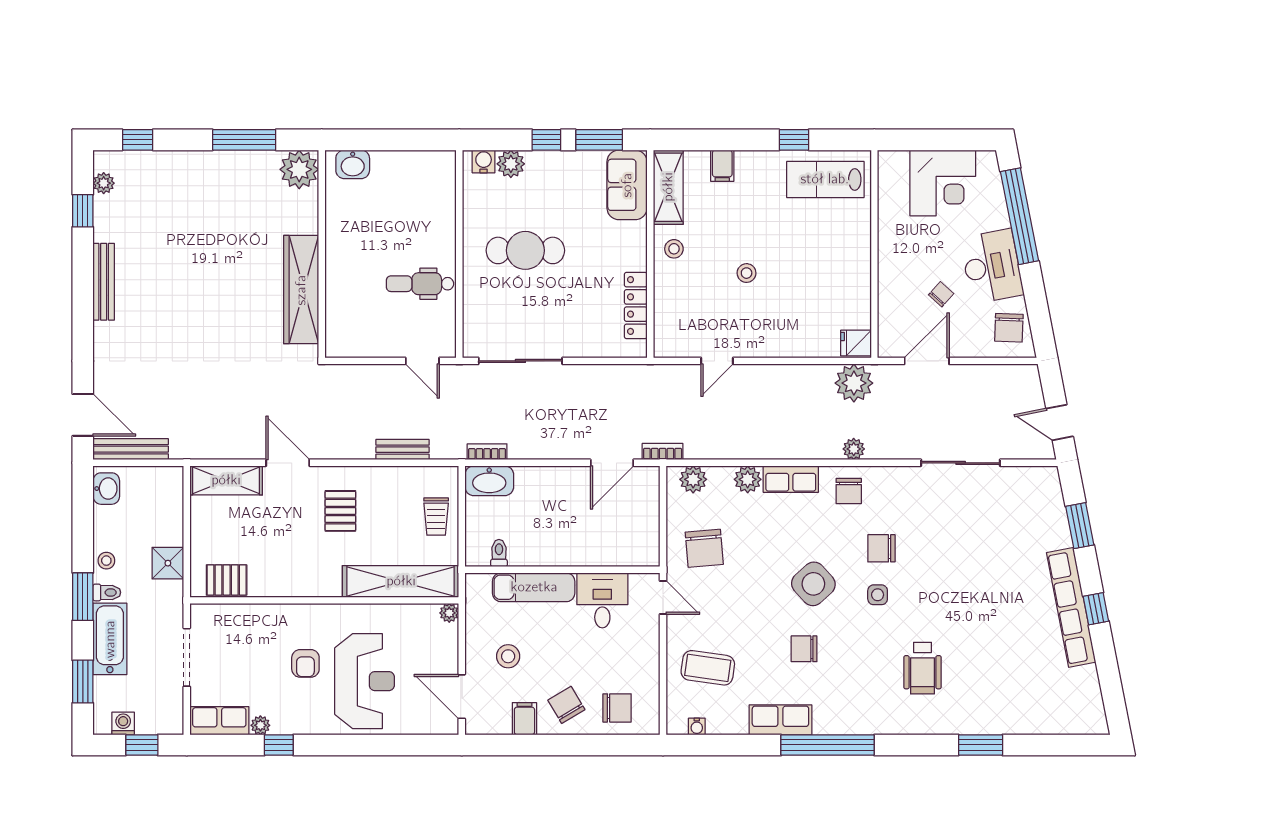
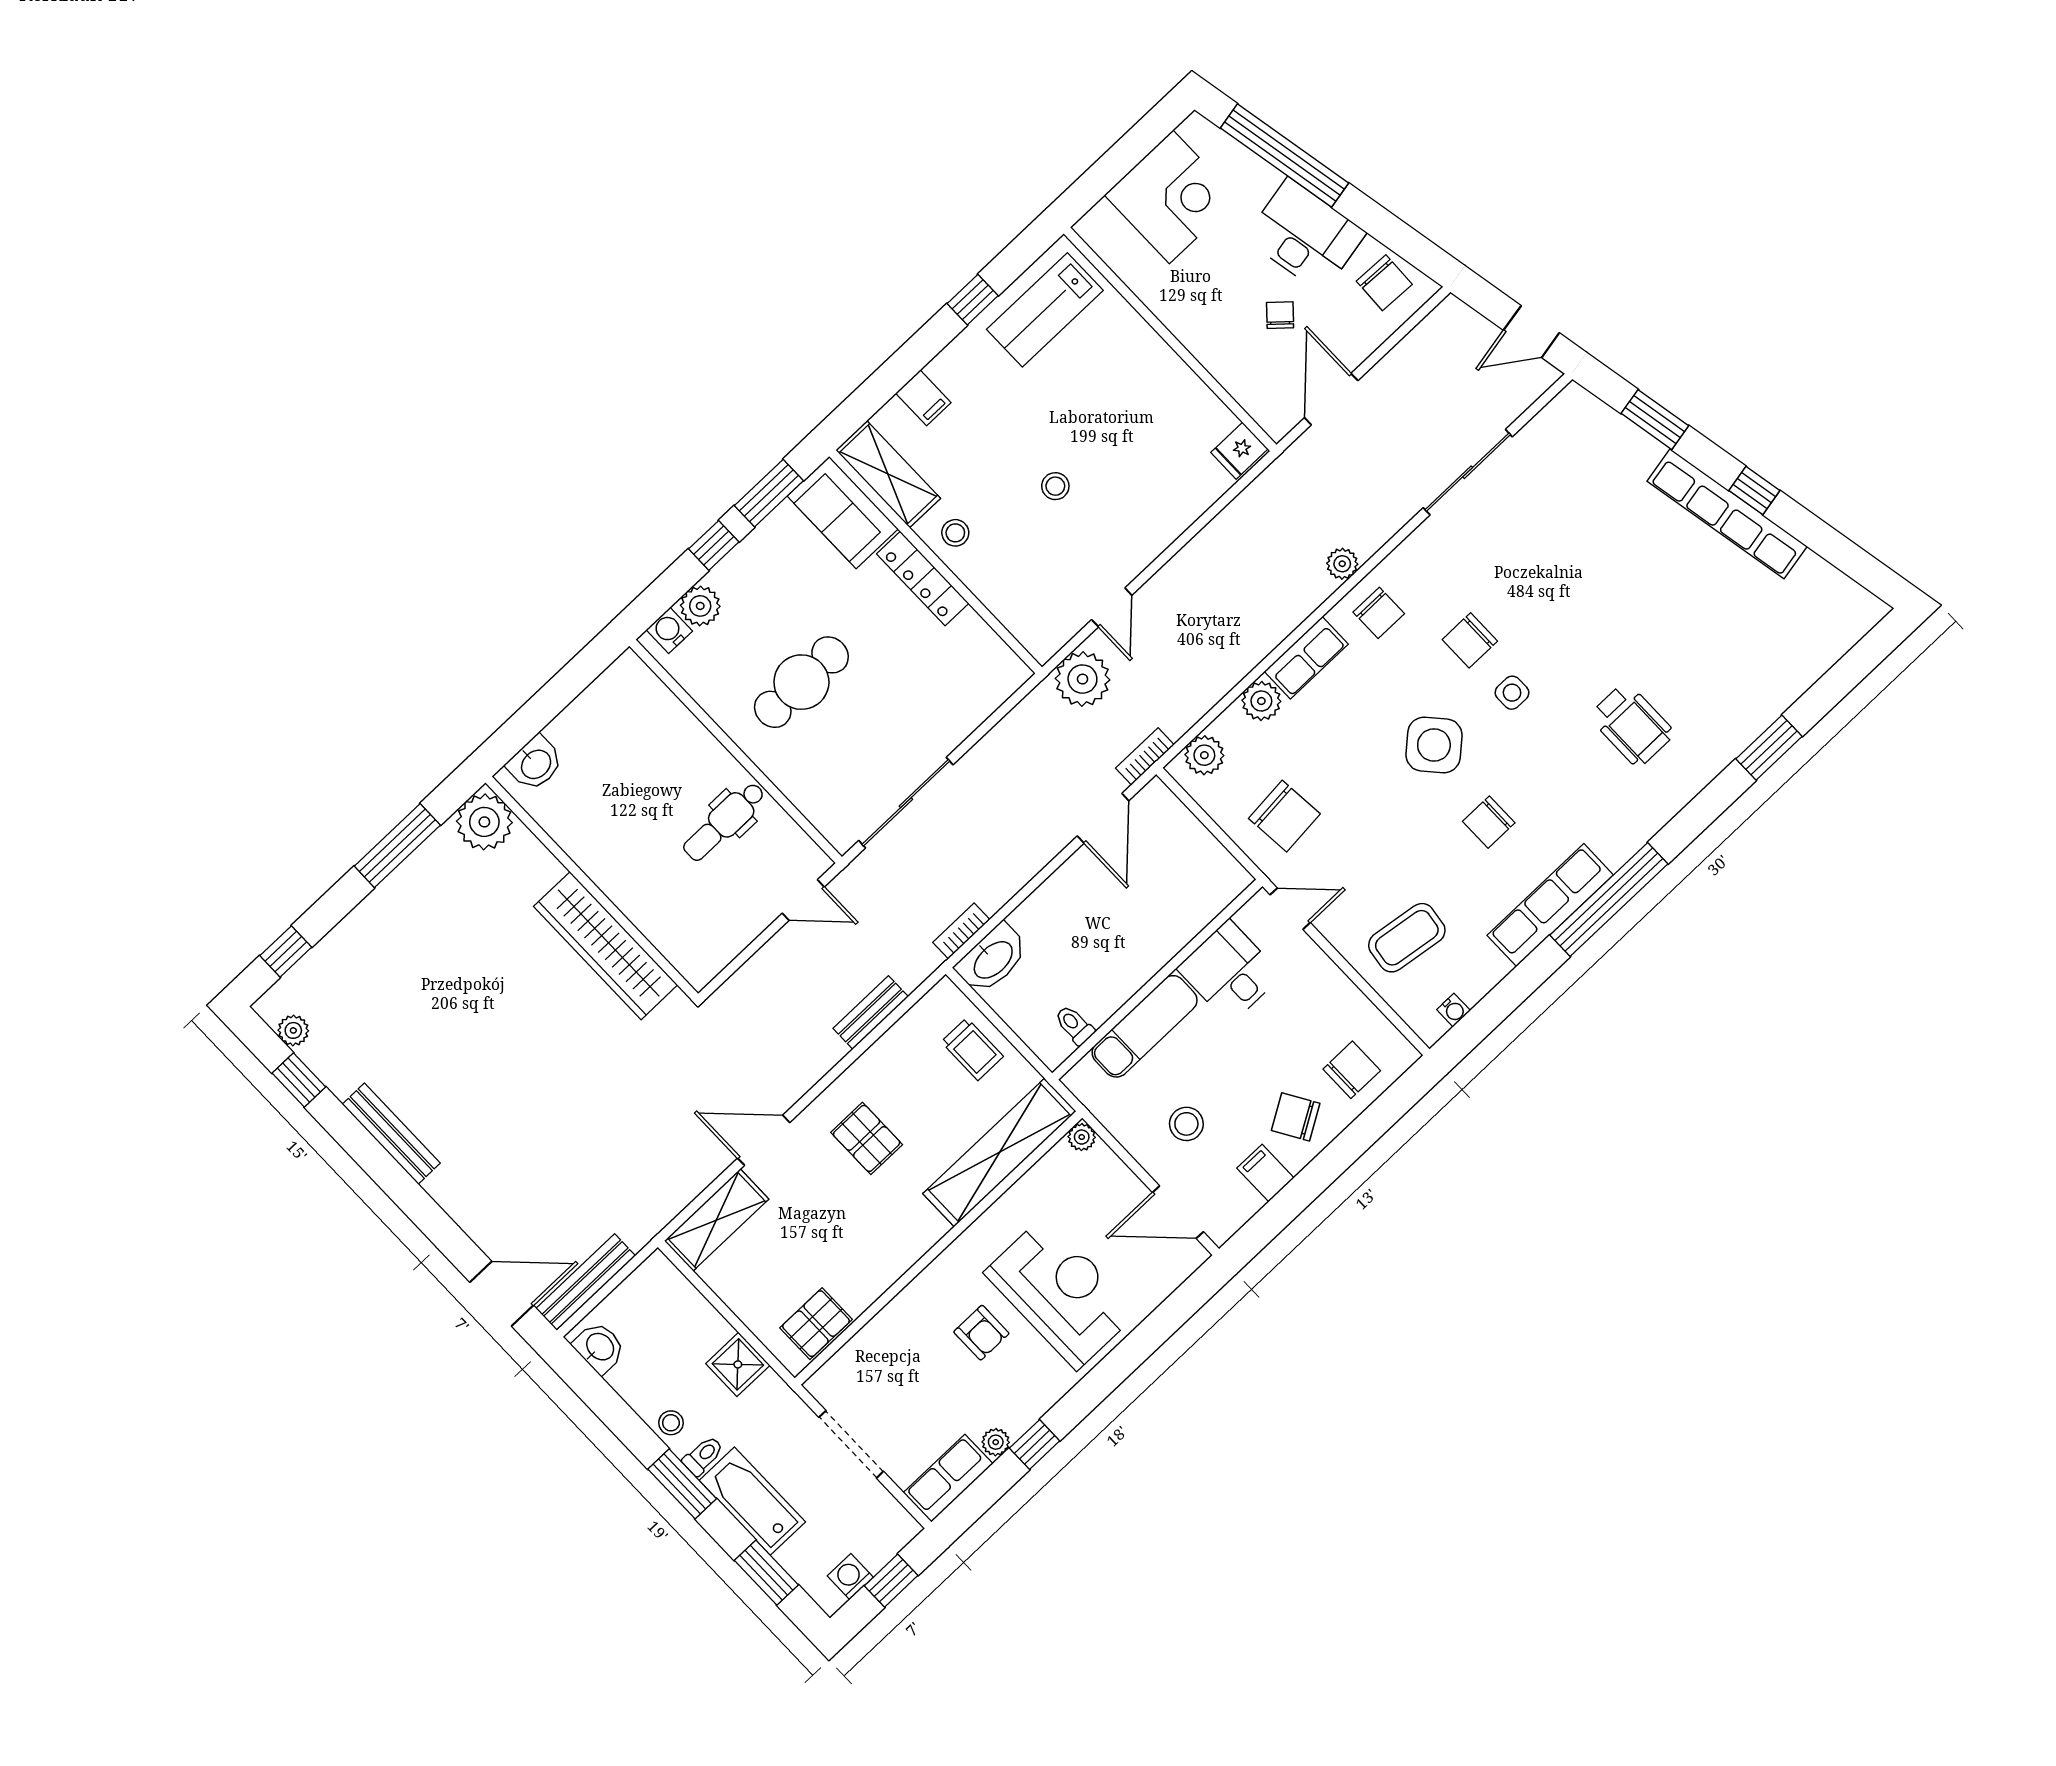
locker: (636, 306) -> (923, 579), moved
plant: (854, 383) -> (1082, 679), moved
row of seats: (780, 720) -> (1550, 905), width x1.48

